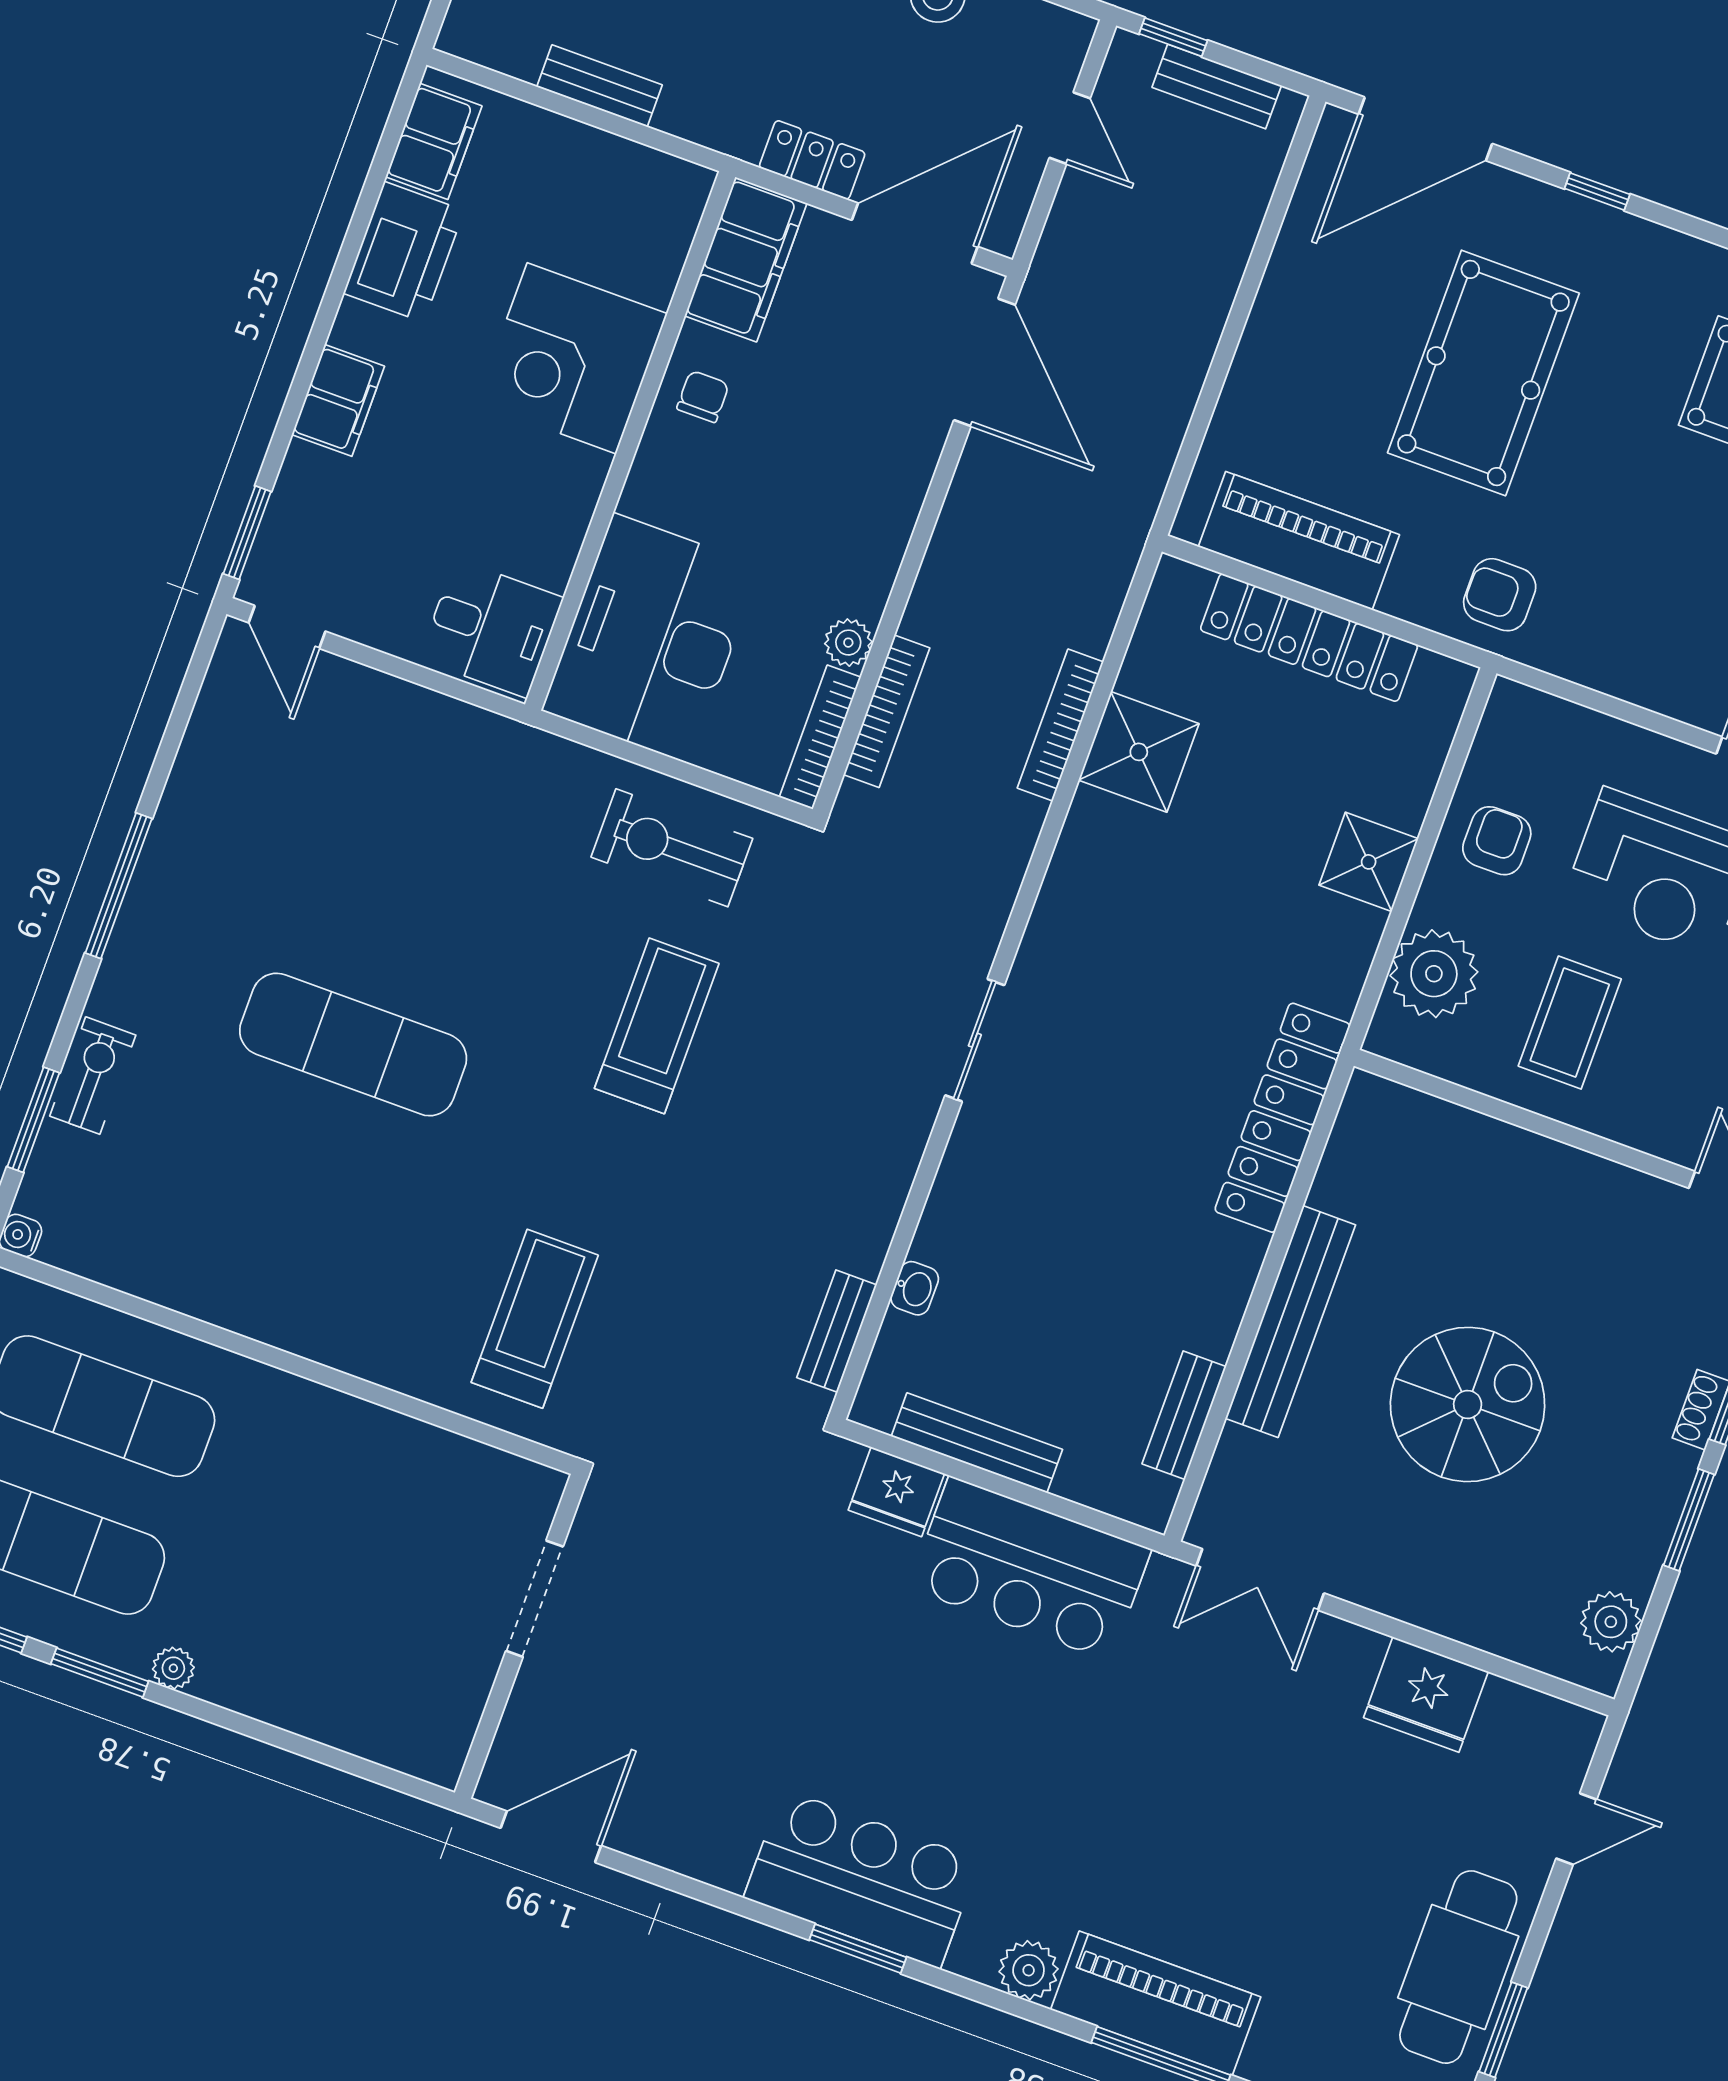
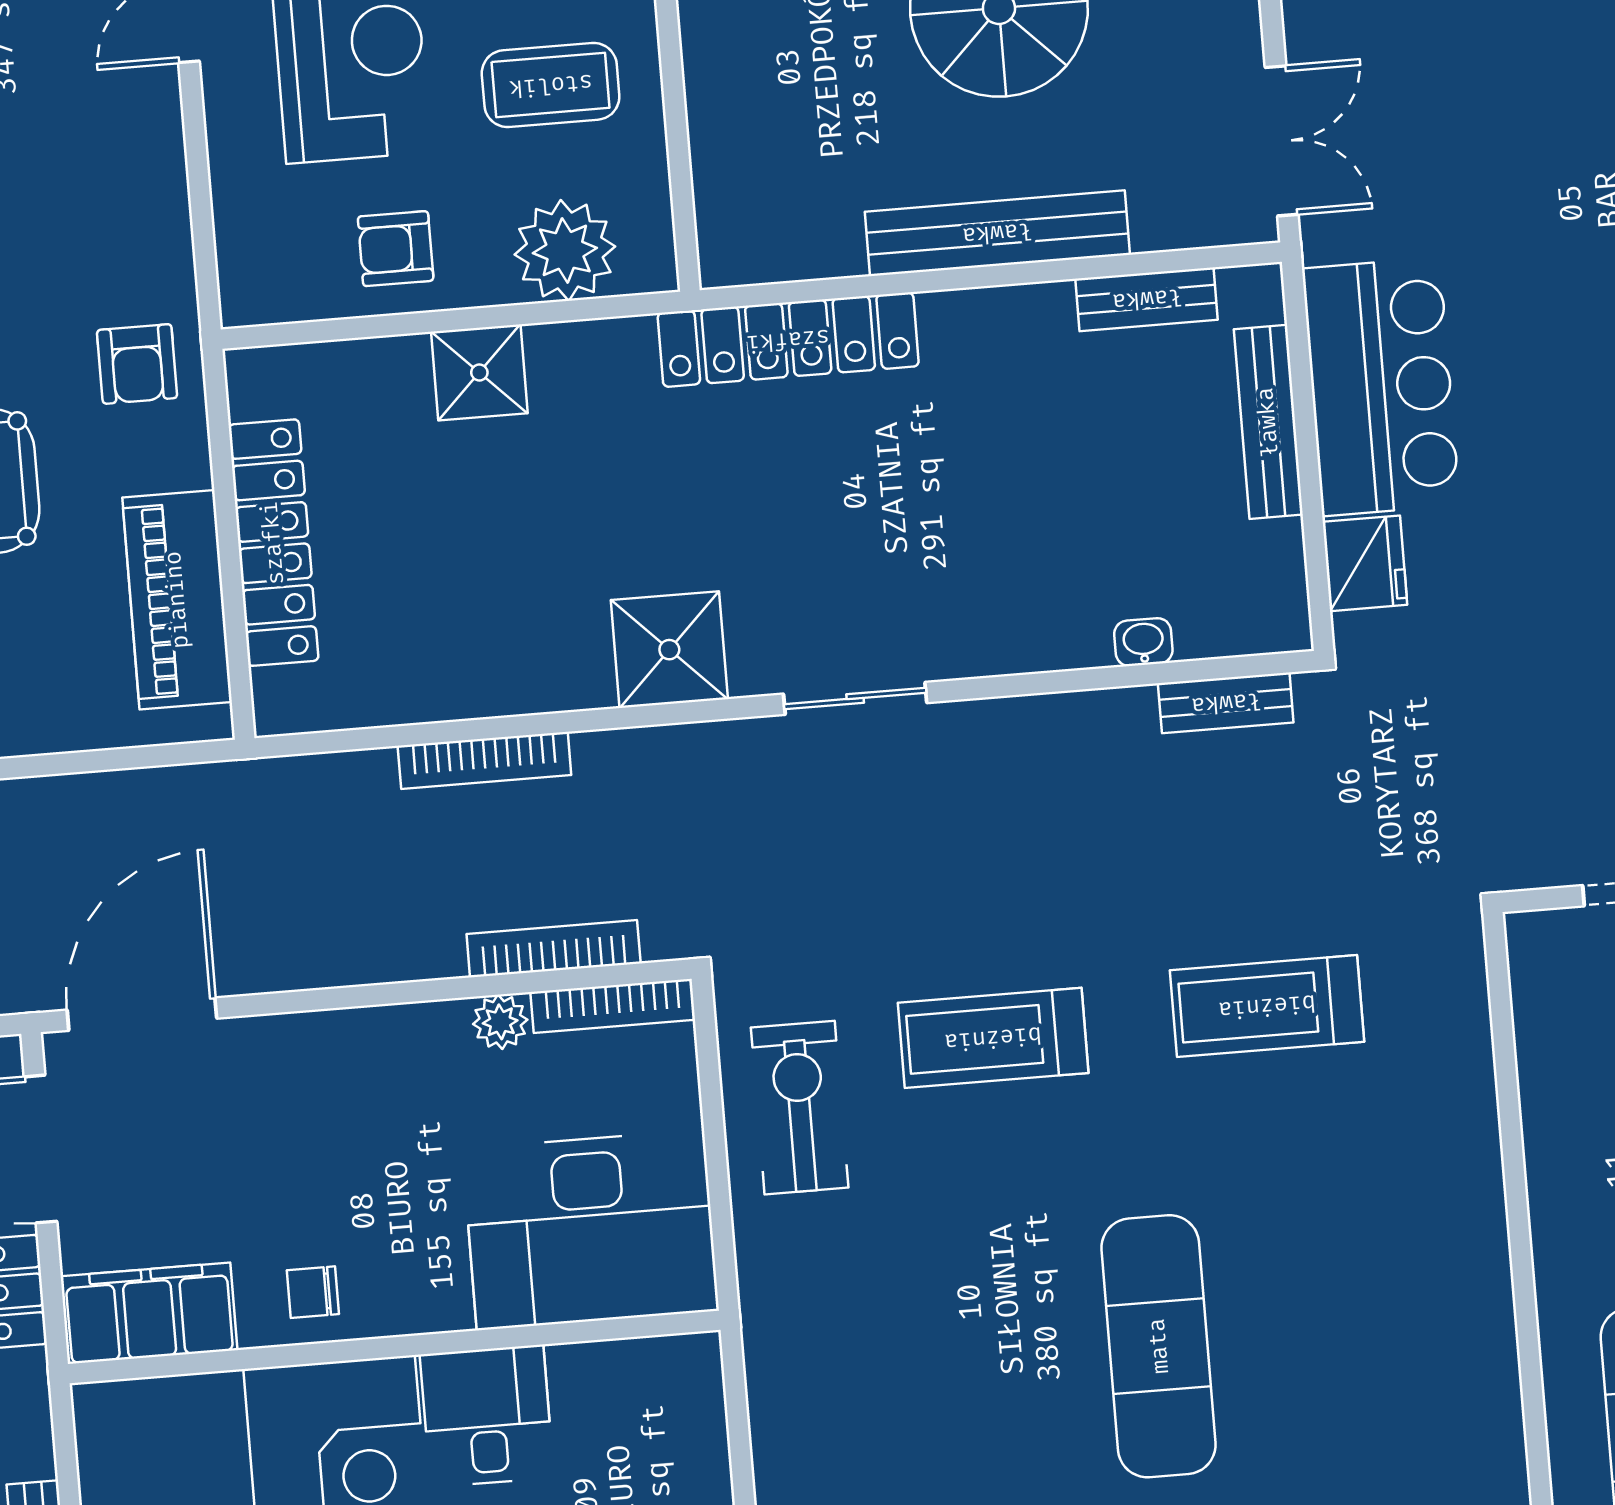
desk: (491, 628) -> (487, 1416), moved
shower: (1139, 752) -> (669, 650), moved
exercise bike: (672, 848) -> (800, 1108), turned 180
treadmill: (535, 1319) -> (1267, 1006), moved
bench: (977, 1443) -> (1268, 422), moved

